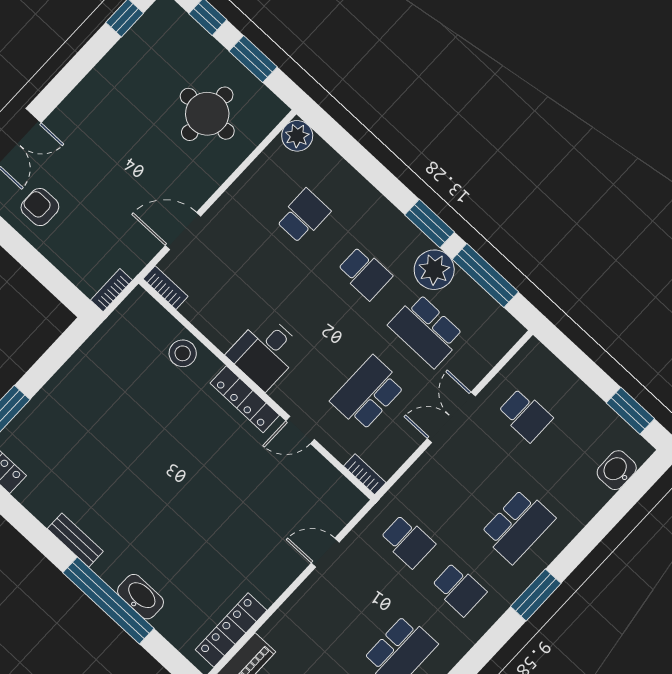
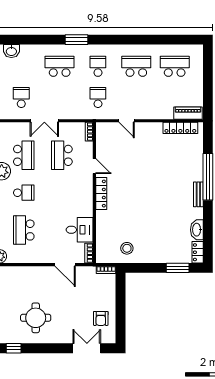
round table: (207, 114) -> (36, 318), moved
school desk: (303, 216) -> (24, 230), width x1.85
school desk: (365, 273) -> (24, 193), turned 90
desk: (265, 352) -> (80, 230), moved
stool: (183, 353) -> (127, 248), moved
school desk: (368, 393) -> (62, 155), turned 90
bench: (75, 540) -> (198, 194), moved
washbasin: (141, 597) -> (197, 230), moved

